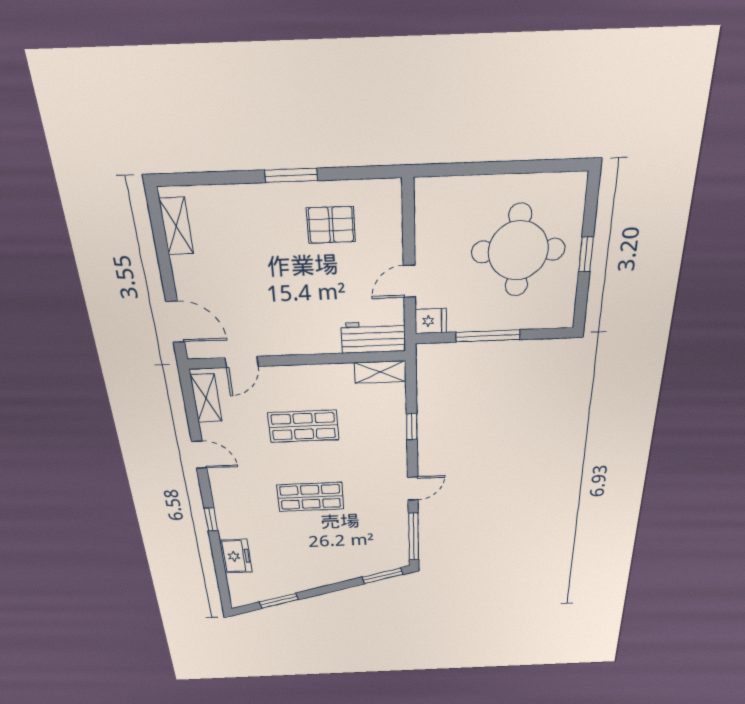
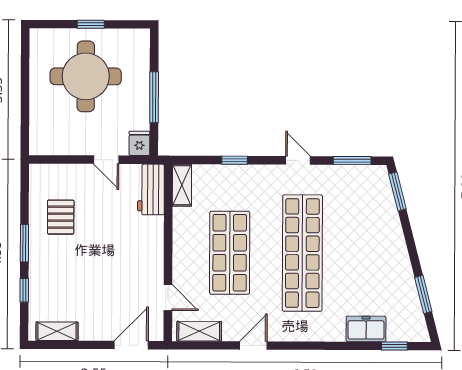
window: (225, 178) -> (24, 290), added
shop shelf: (303, 426) -> (230, 253), width x1.43, depth x1.36
shop shelf: (310, 497) -> (302, 253), width x2.00, depth x1.36
window: (211, 519) -> (394, 346), moved
window: (414, 537) -> (352, 161), width x0.69

